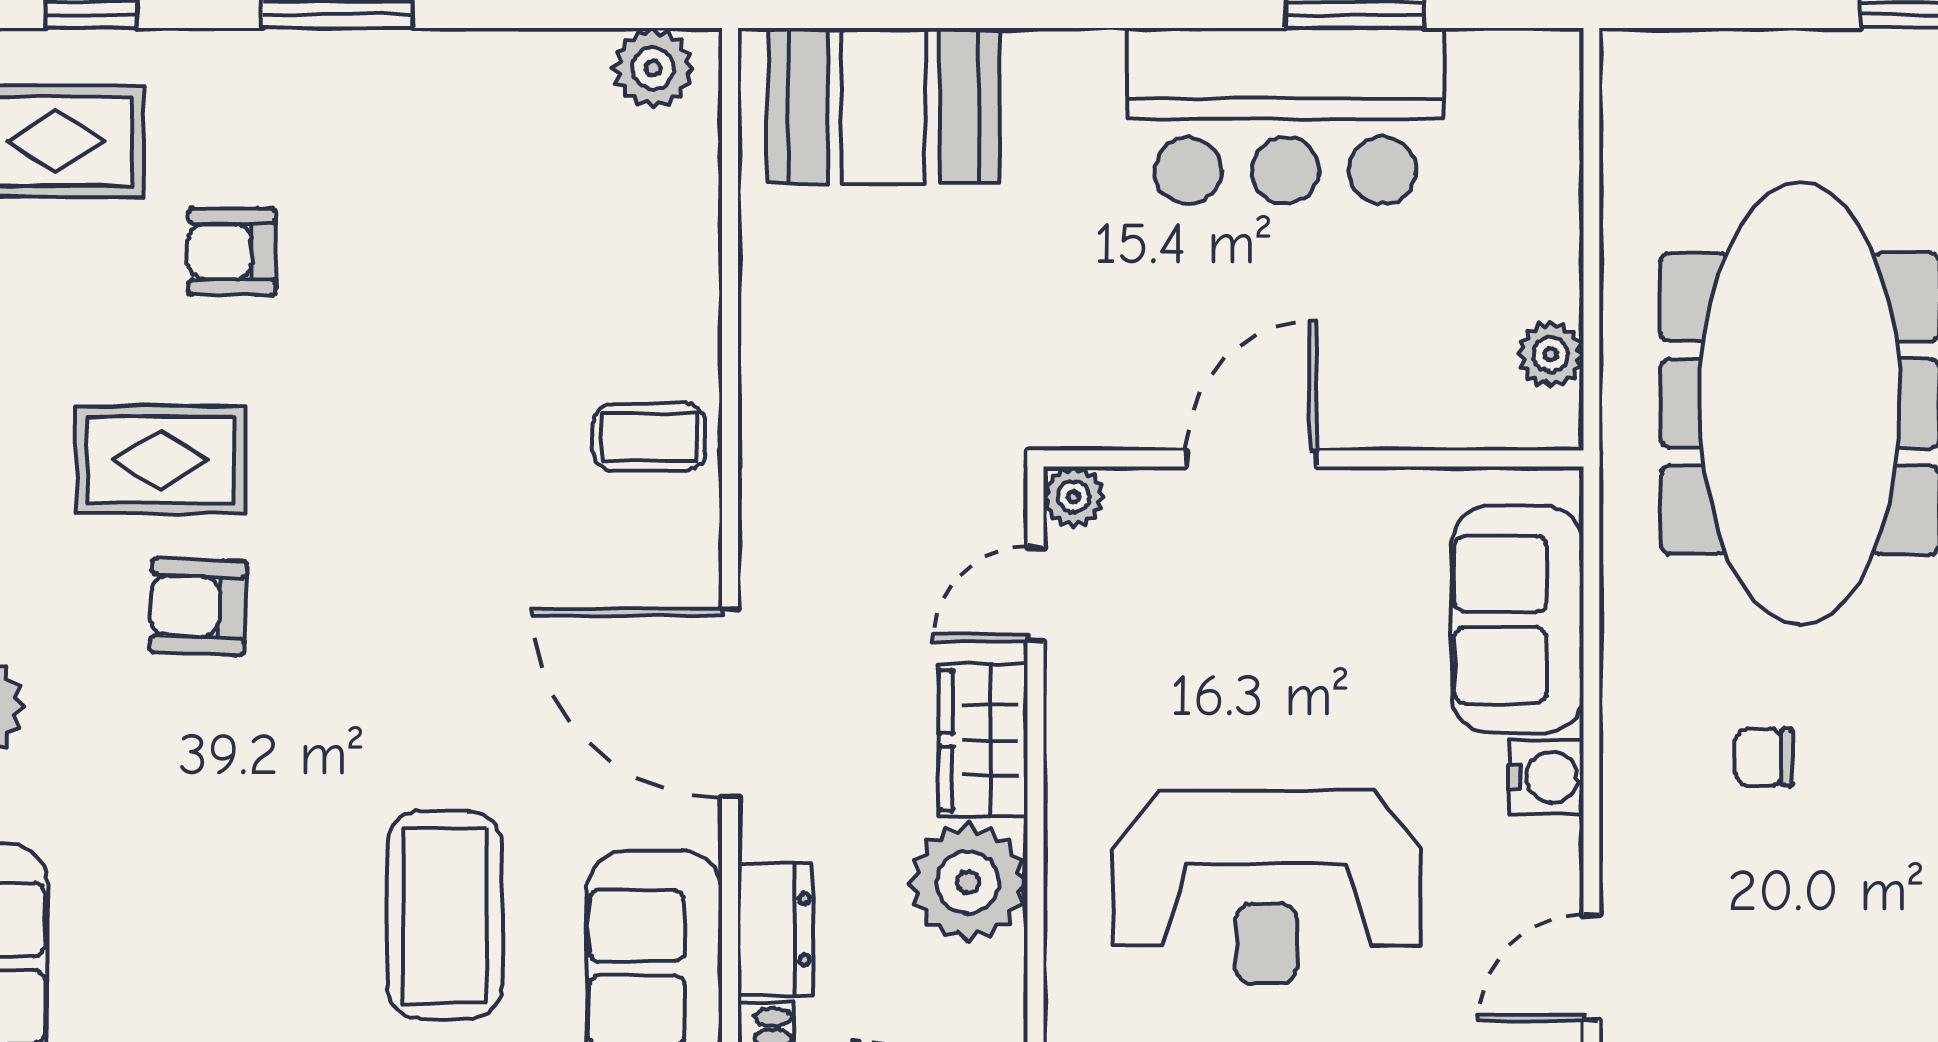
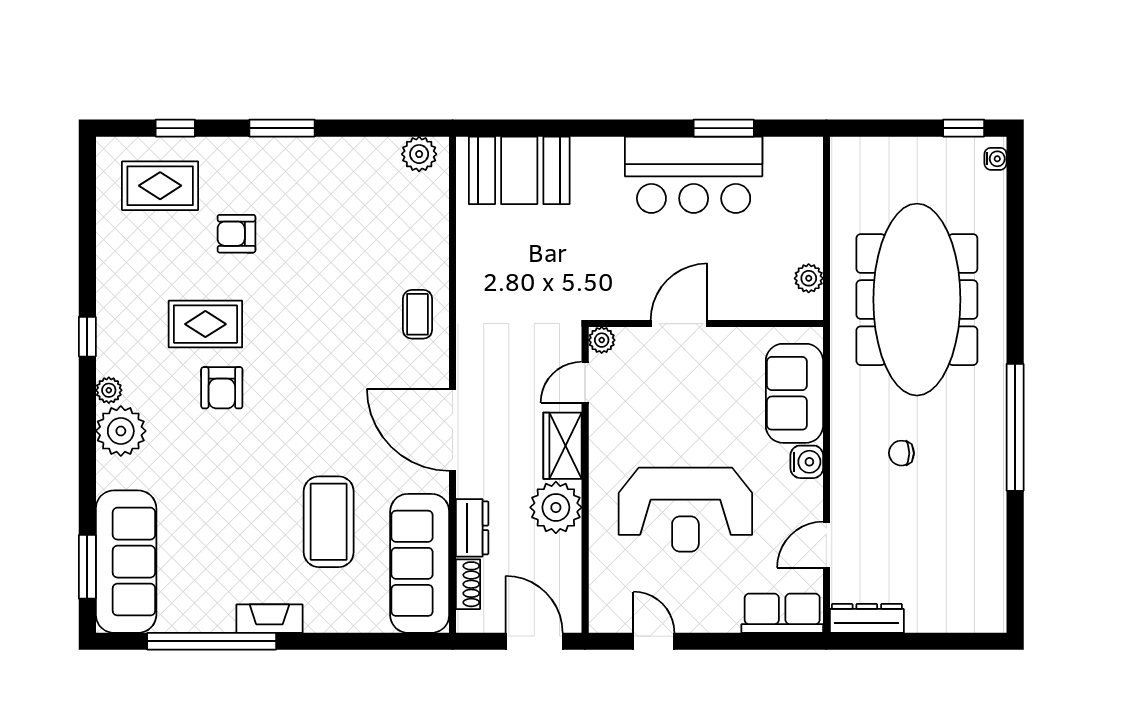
coffee table: (649, 437) -> (418, 314), turned 90
armchair: (198, 607) -> (222, 388), turned -92

